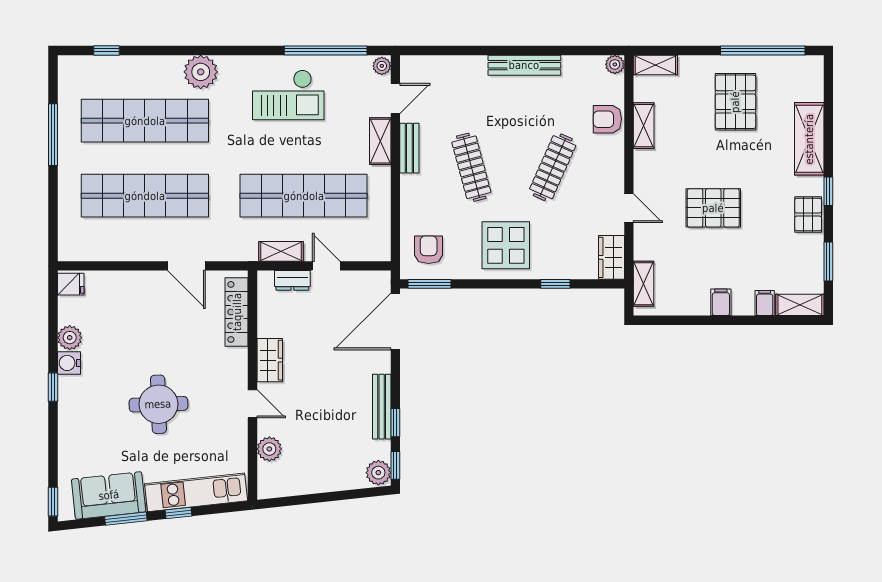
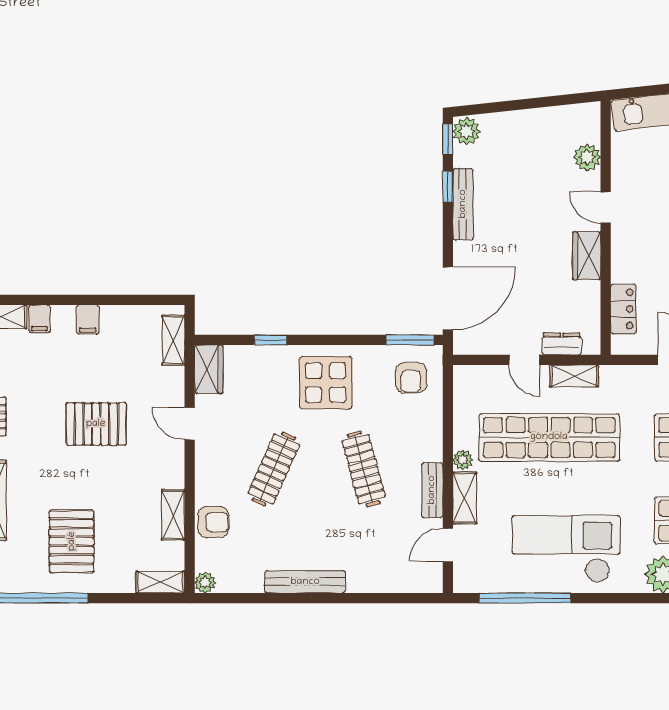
plant: (382, 66) -> (463, 460), moved
checkout: (288, 95) -> (566, 549), width x1.36, depth x1.21
locker: (237, 312) -> (623, 309), width x0.66

